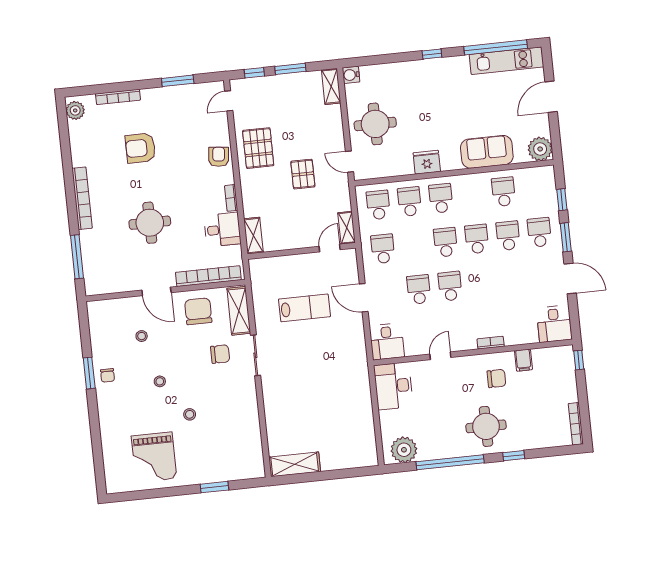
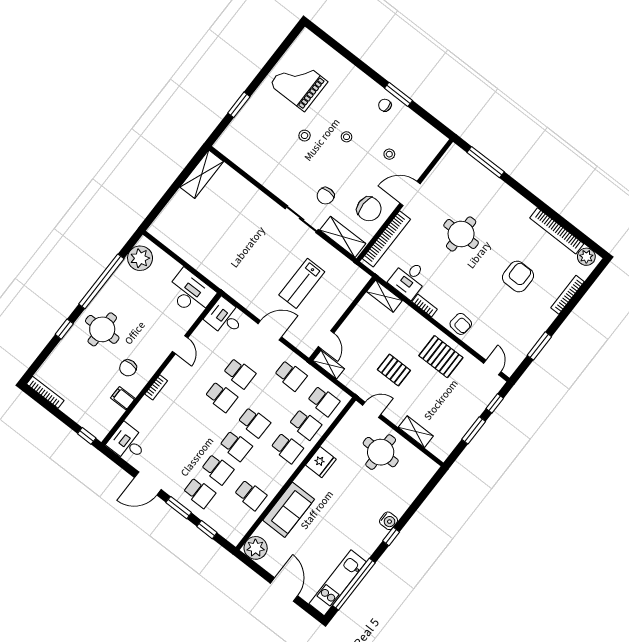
water cooler: (351, 75) -> (389, 521), moved, turned 90
shelving: (331, 86) -> (416, 432), moved
bookcase: (82, 198) -> (557, 231), moved

